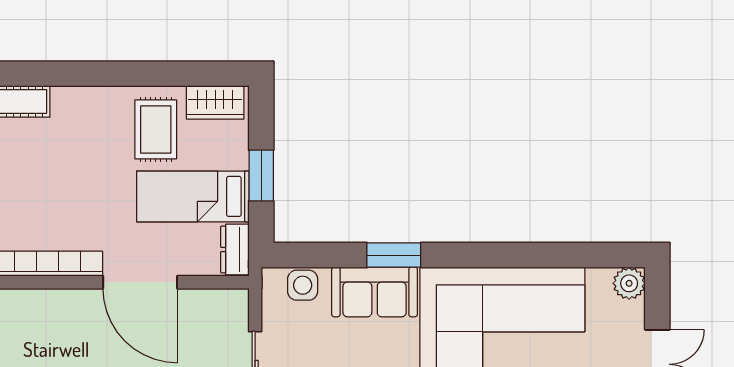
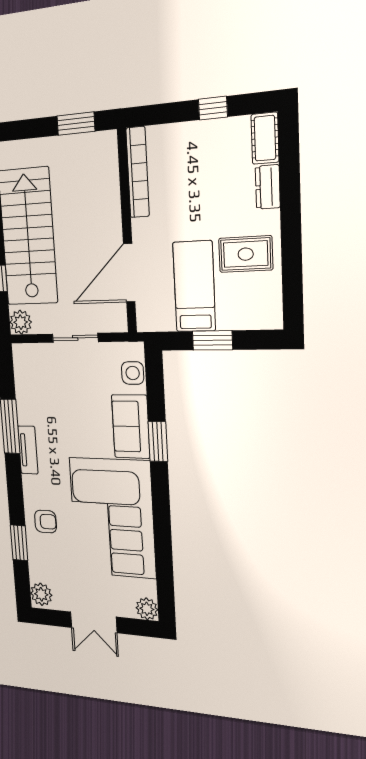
wardrobe: (215, 102) -> (269, 302), removed
dresser: (235, 249) -> (268, 187), moved, turned -90
door: (140, 282) -> (129, 273), moved

